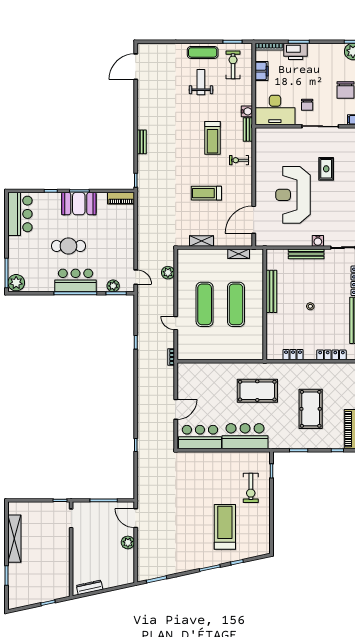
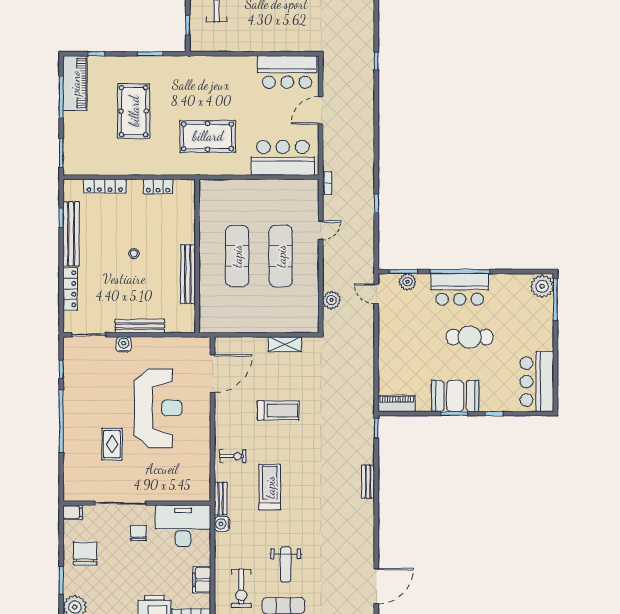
shelving: (239, 254) -> (234, 326), removed
door: (176, 323) -> (321, 230), hinge flipped
bar counter: (245, 436) -> (283, 158), moved, turned 180

